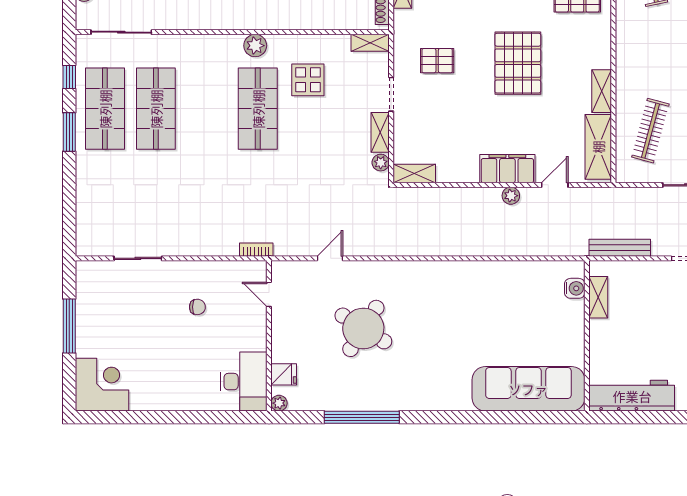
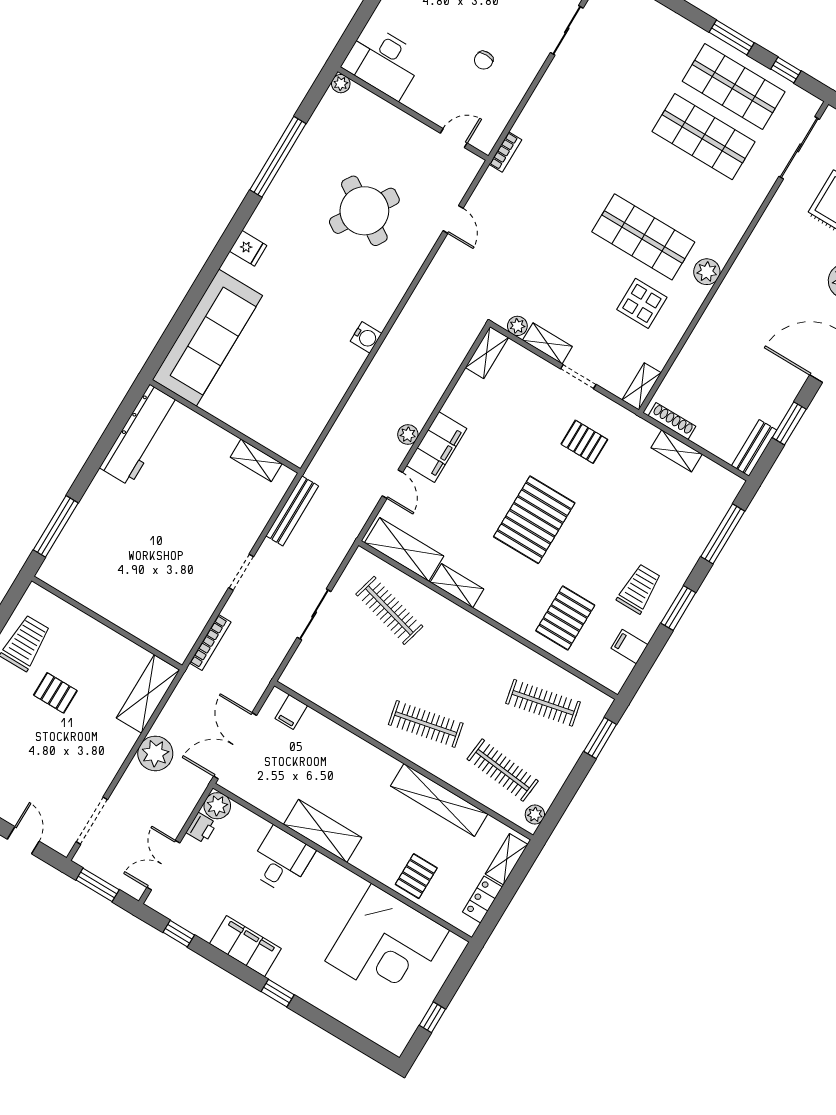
pallet: (437, 61) -> (584, 442), turned 90
pallet: (518, 63) -> (534, 520), turned 90
water cooler: (575, 288) -> (366, 337), moved, turned -90
fridge: (284, 374) -> (248, 248), moved, turned -90

